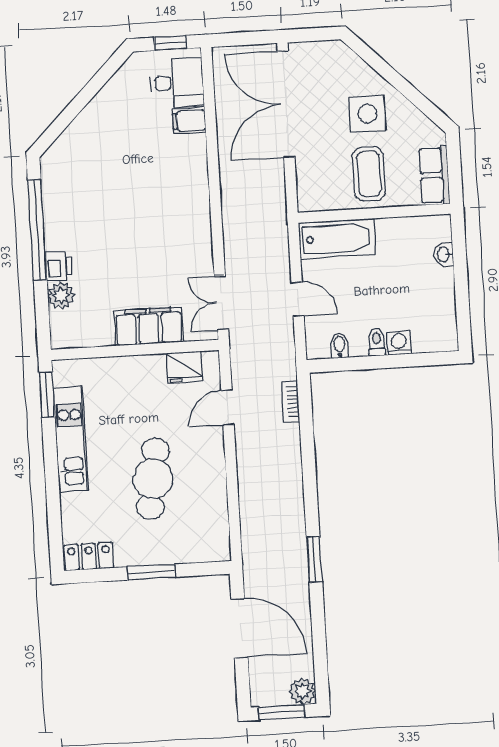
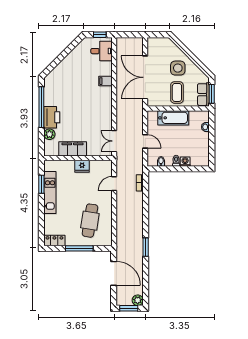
double door: (286, 104) -> (145, 77), moved
filing cabinet: (189, 121) -> (106, 81), moved
window: (455, 172) -> (212, 94), added
bathtub: (337, 238) -> (173, 118), moved
printer: (59, 266) -> (52, 117), width x1.87, depth x1.48
filing cabinet: (149, 326) -> (73, 149), moved
fridge: (184, 367) -> (82, 166), moved
window: (47, 395) -> (41, 184), moved
cafe table: (153, 479) -> (90, 221), moved
window: (151, 572) -> (79, 248), width x1.44

